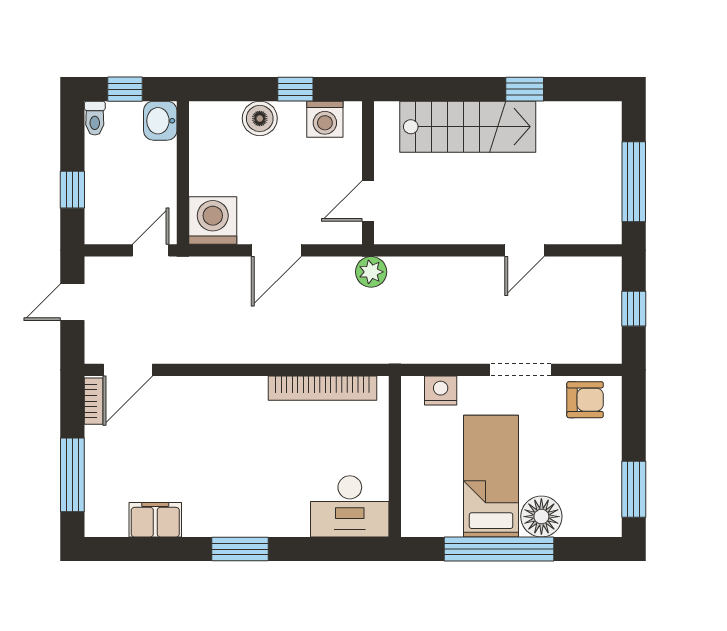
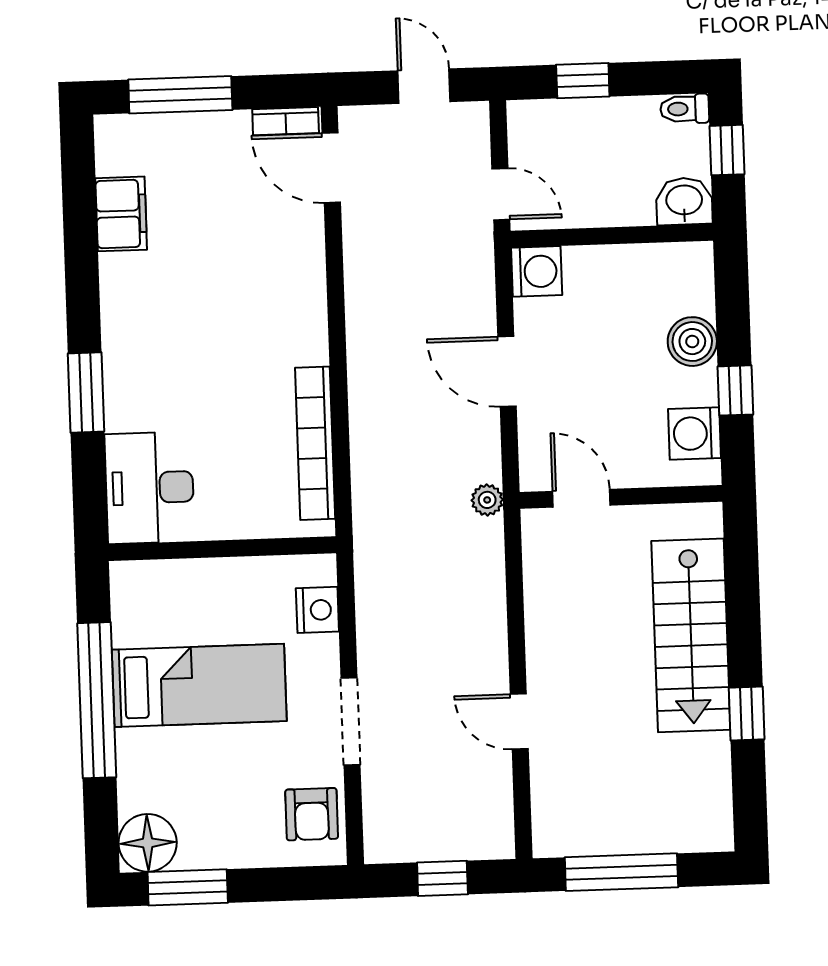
washing machine: (213, 220) -> (537, 271), width x0.73, depth x0.73
plant: (371, 272) -> (487, 500), width x0.73, depth x0.73
floor lamp: (541, 517) -> (148, 843), moved
window: (240, 549) -> (86, 392), moved

